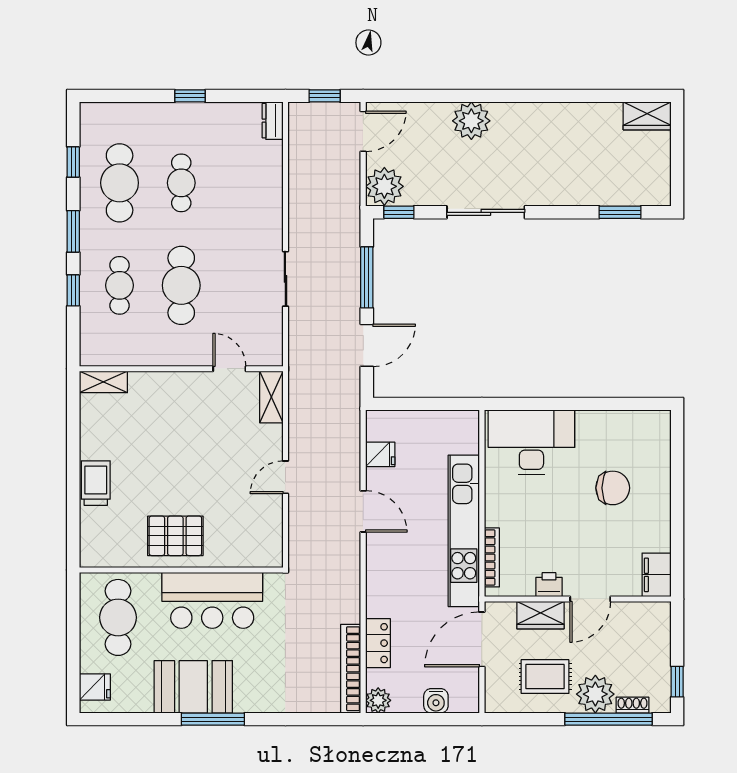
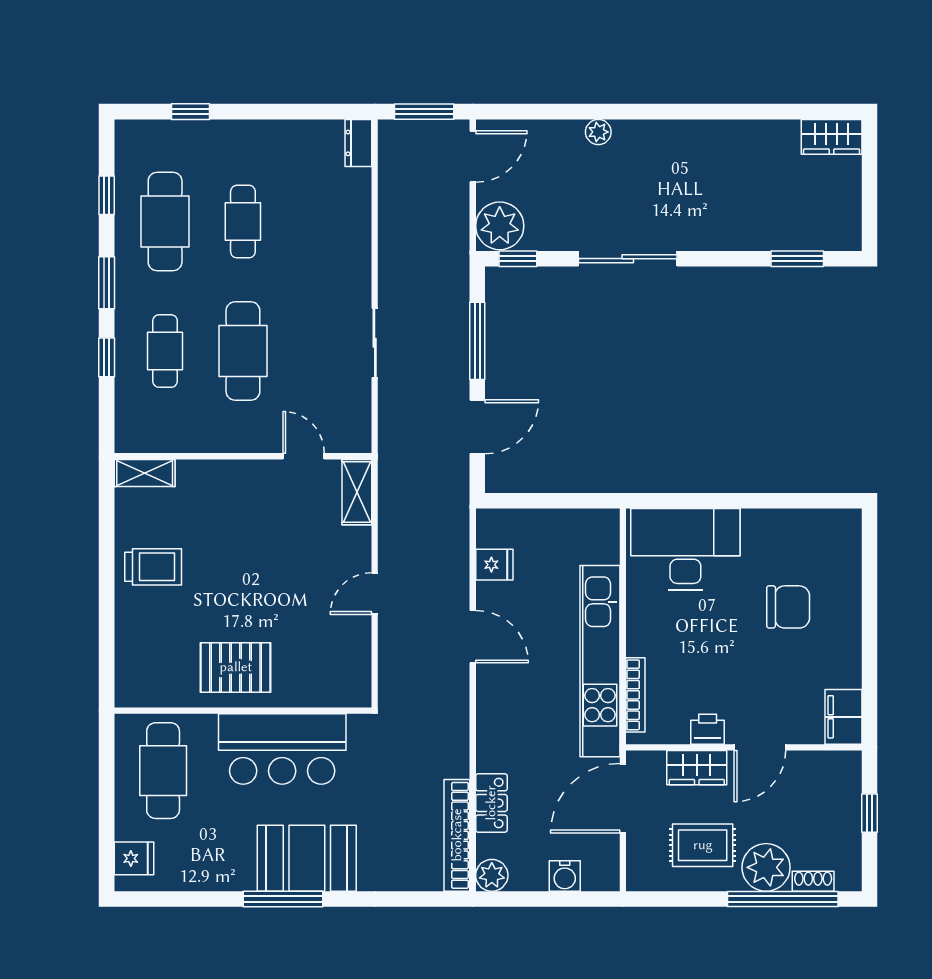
window: (190, 96) -> (191, 112), moved
window: (325, 96) -> (424, 112), width x1.50
plant: (471, 121) -> (598, 132), width x0.53, depth x0.53
trolley: (96, 483) -> (153, 567), moved, turned 90
window: (677, 682) -> (869, 813), moved
booth: (193, 687) -> (307, 858), moved

